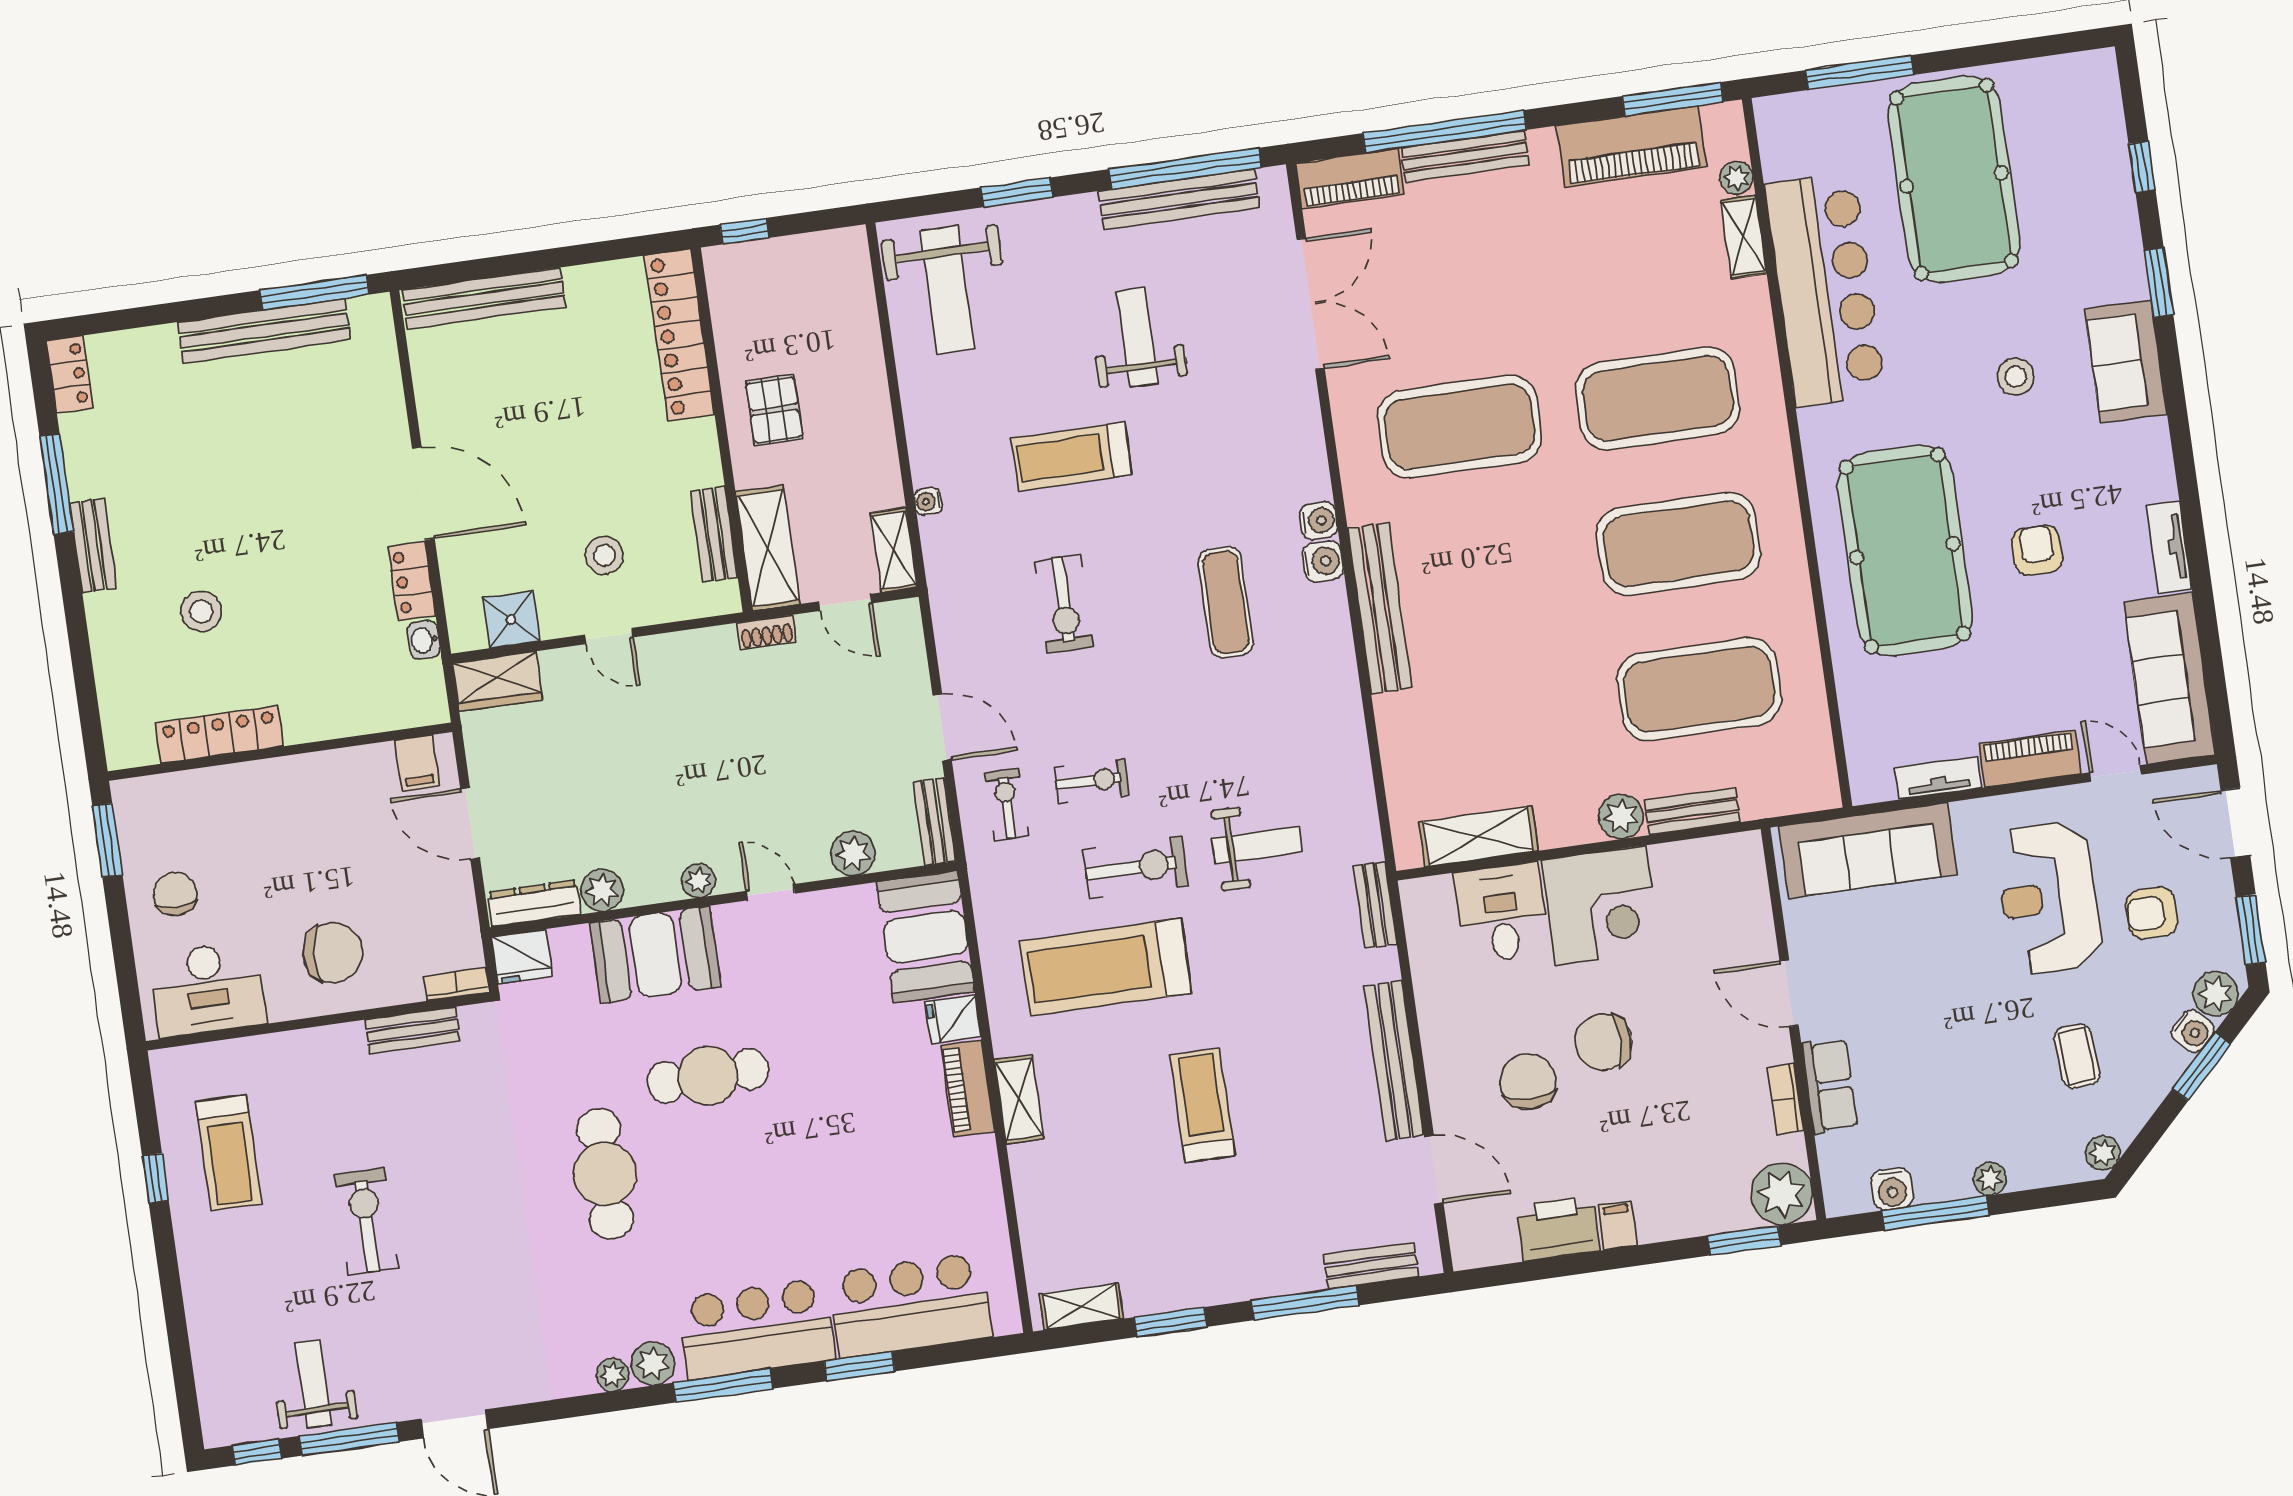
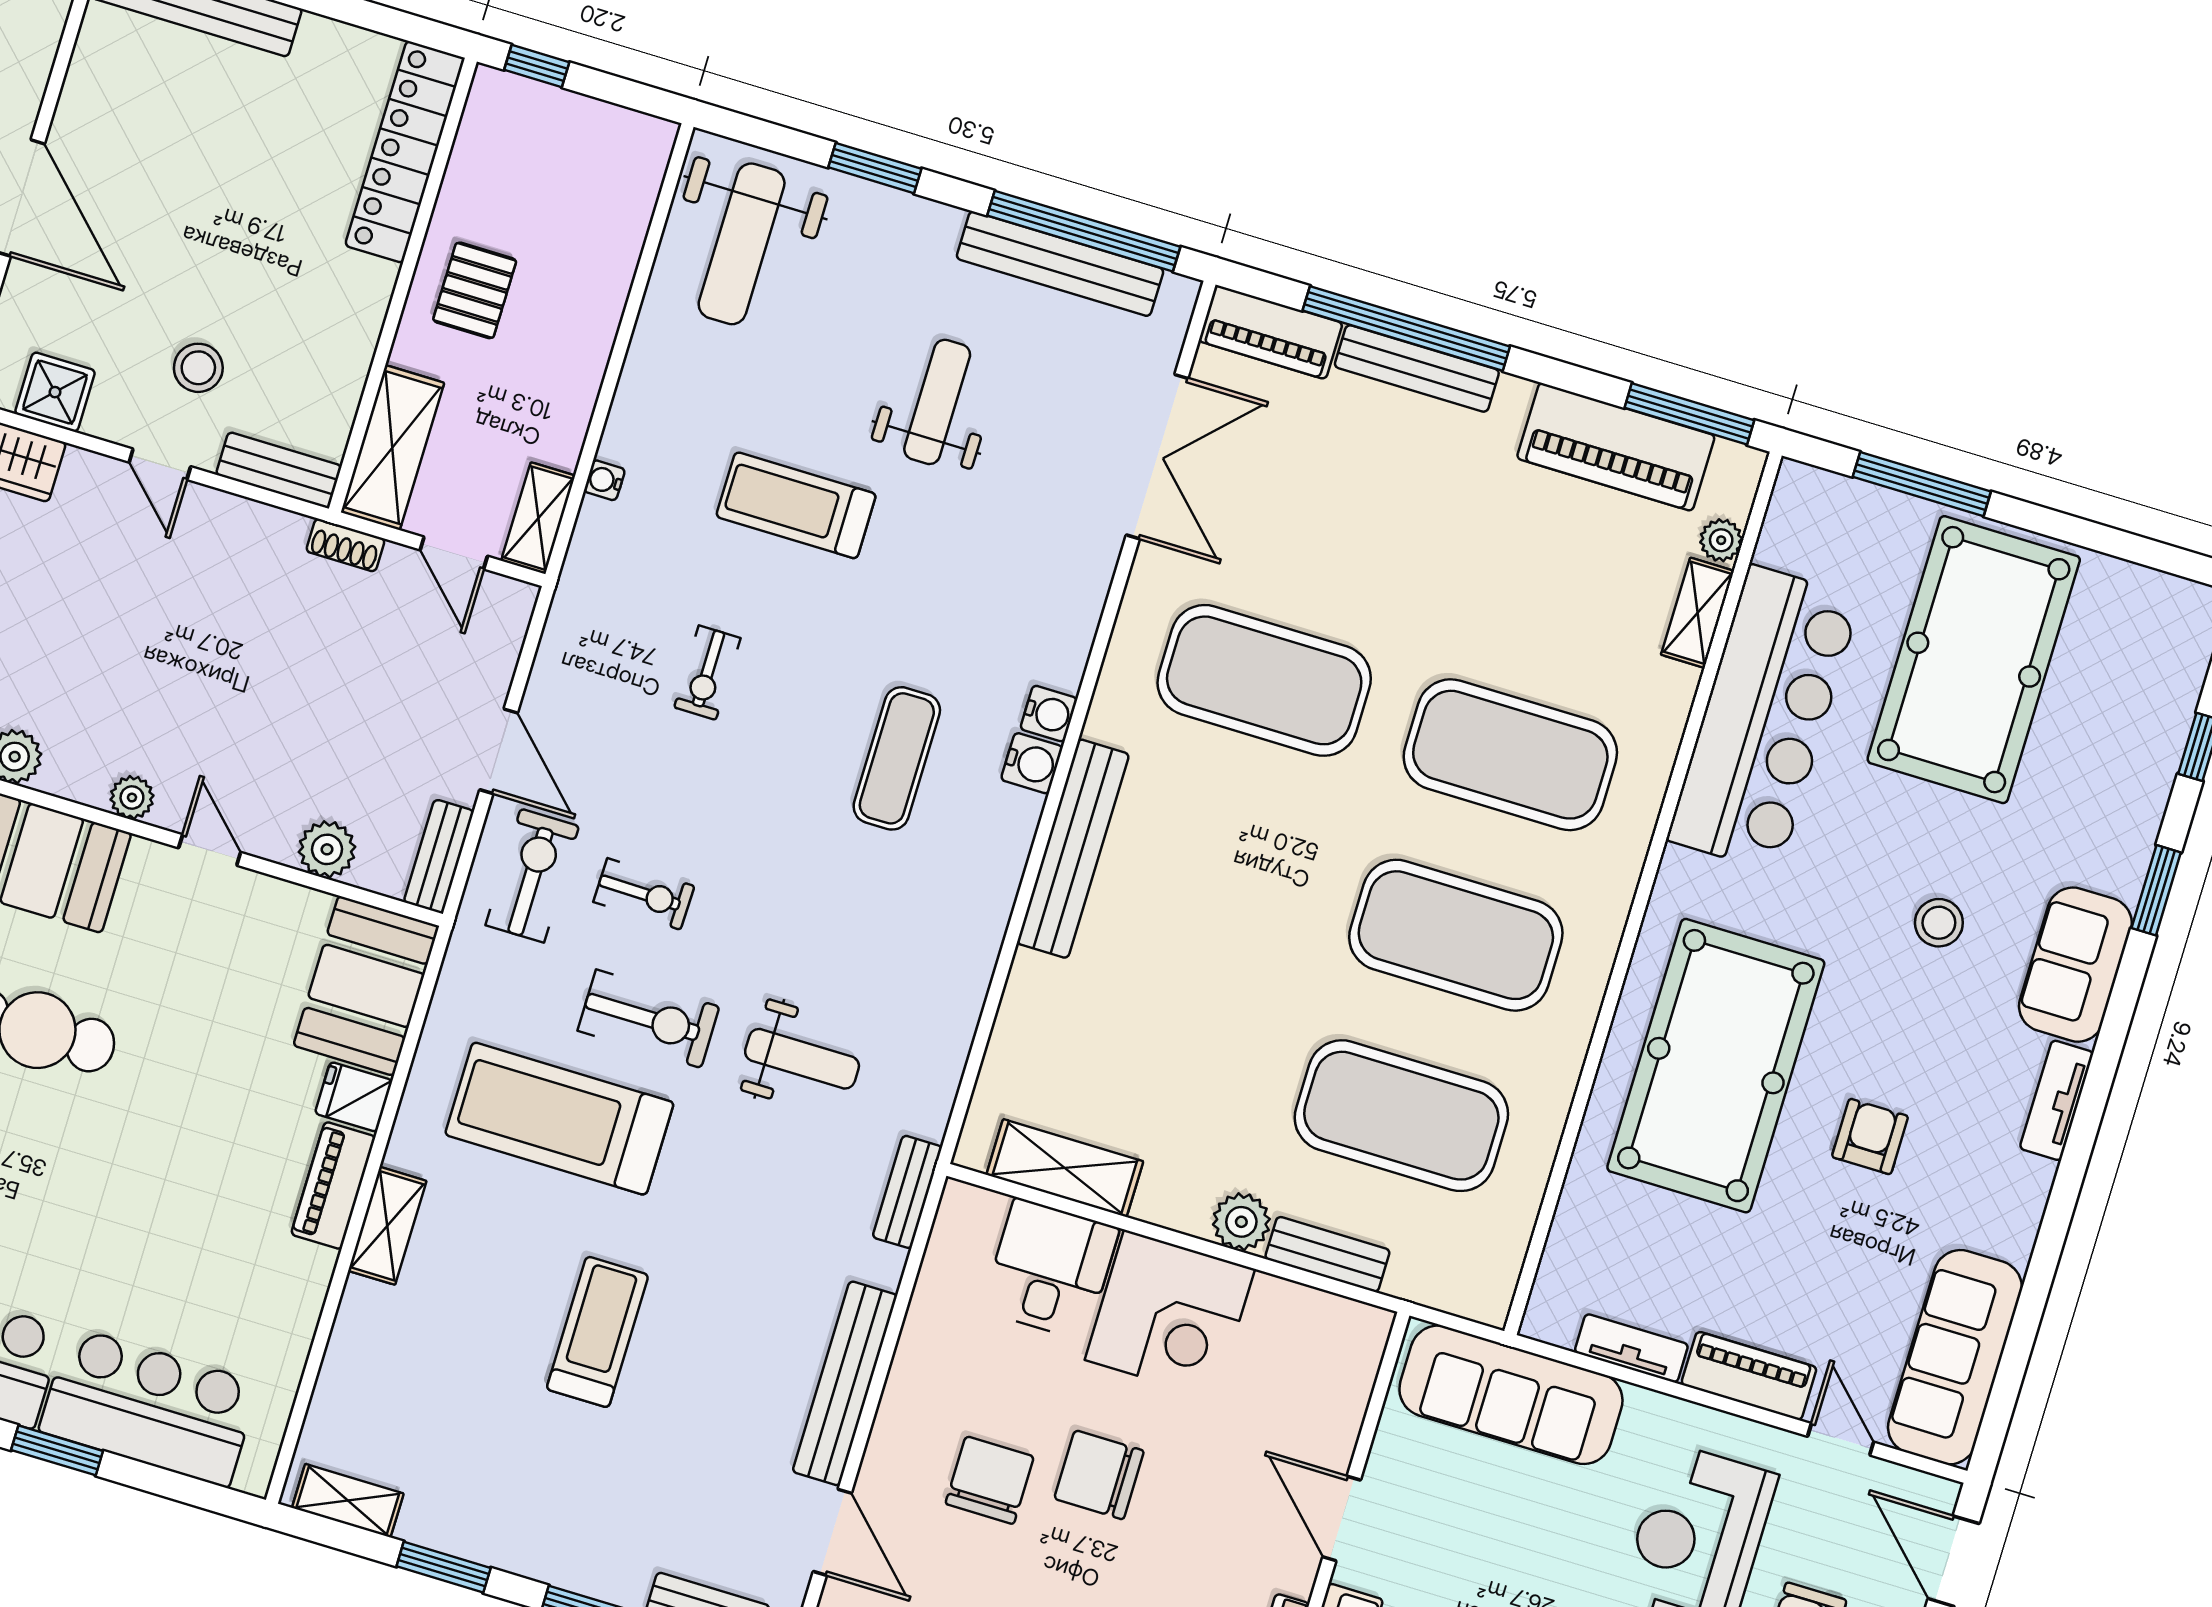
bench: (714, 534) -> (279, 470), moved, turned 90
tv unit: (2169, 547) -> (2057, 1100), moved
exercise bike: (1064, 604) -> (707, 673), width x0.73, depth x0.72
exercise bike: (1007, 804) -> (532, 876), width x1.38, depth x1.39

